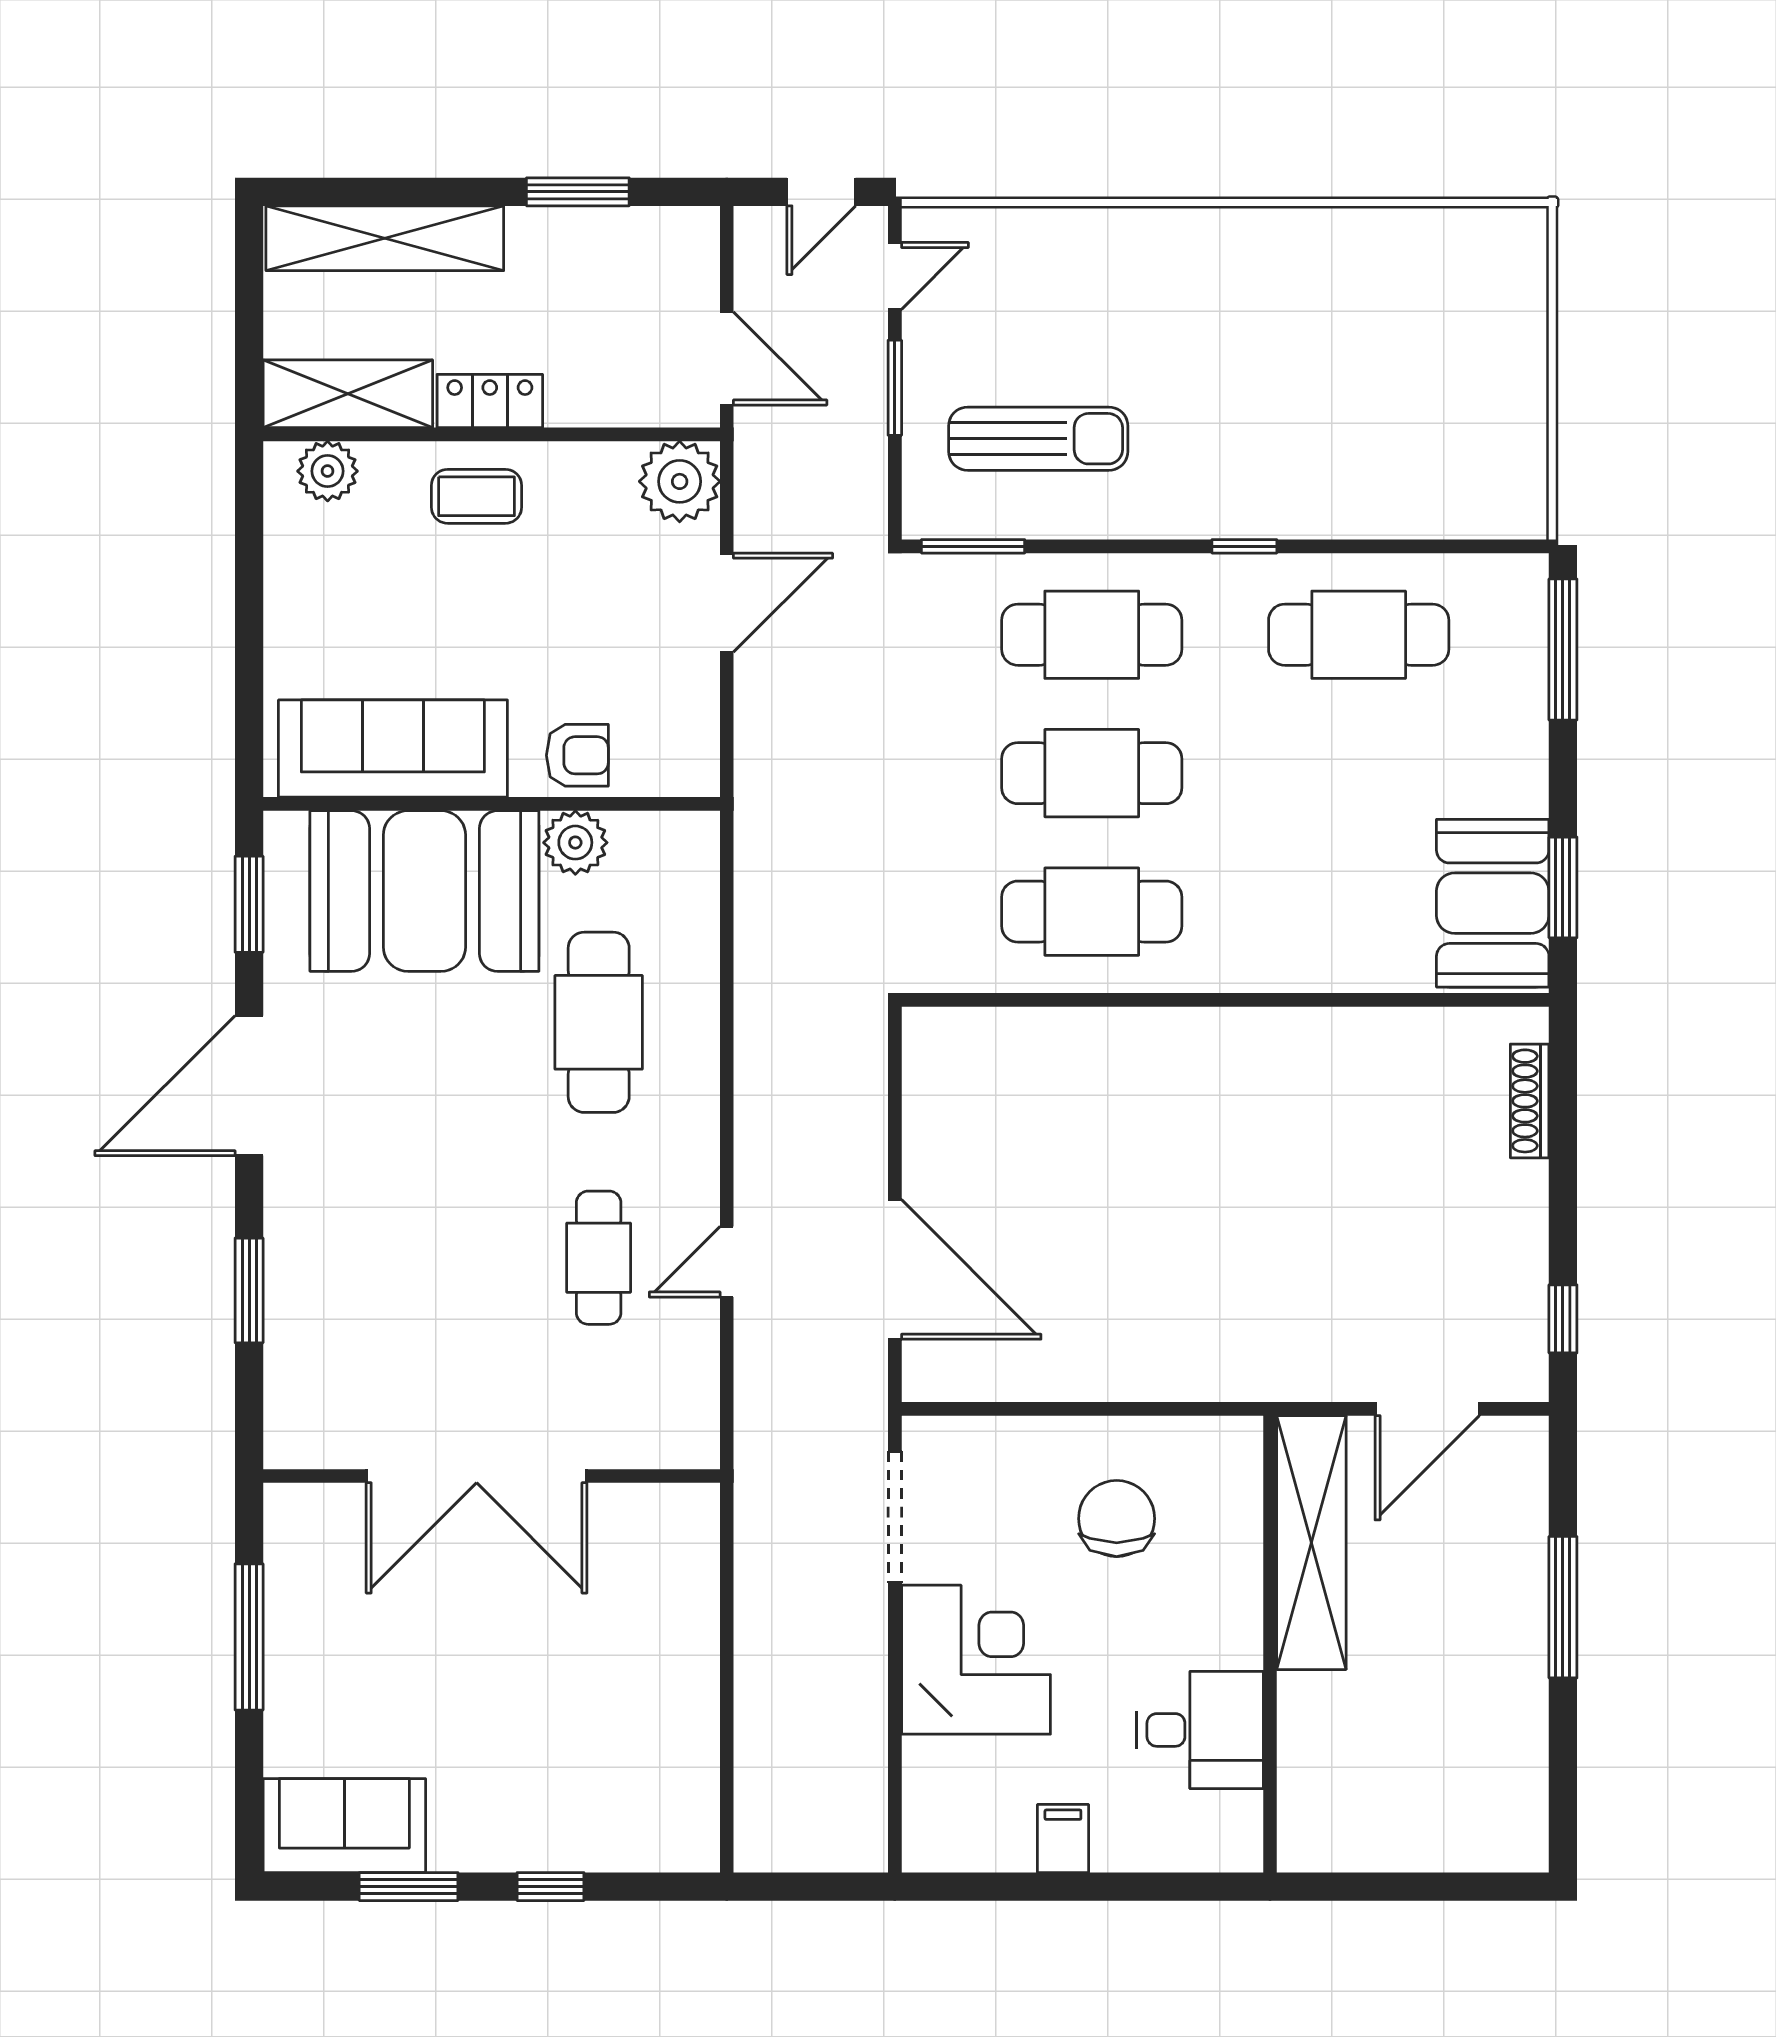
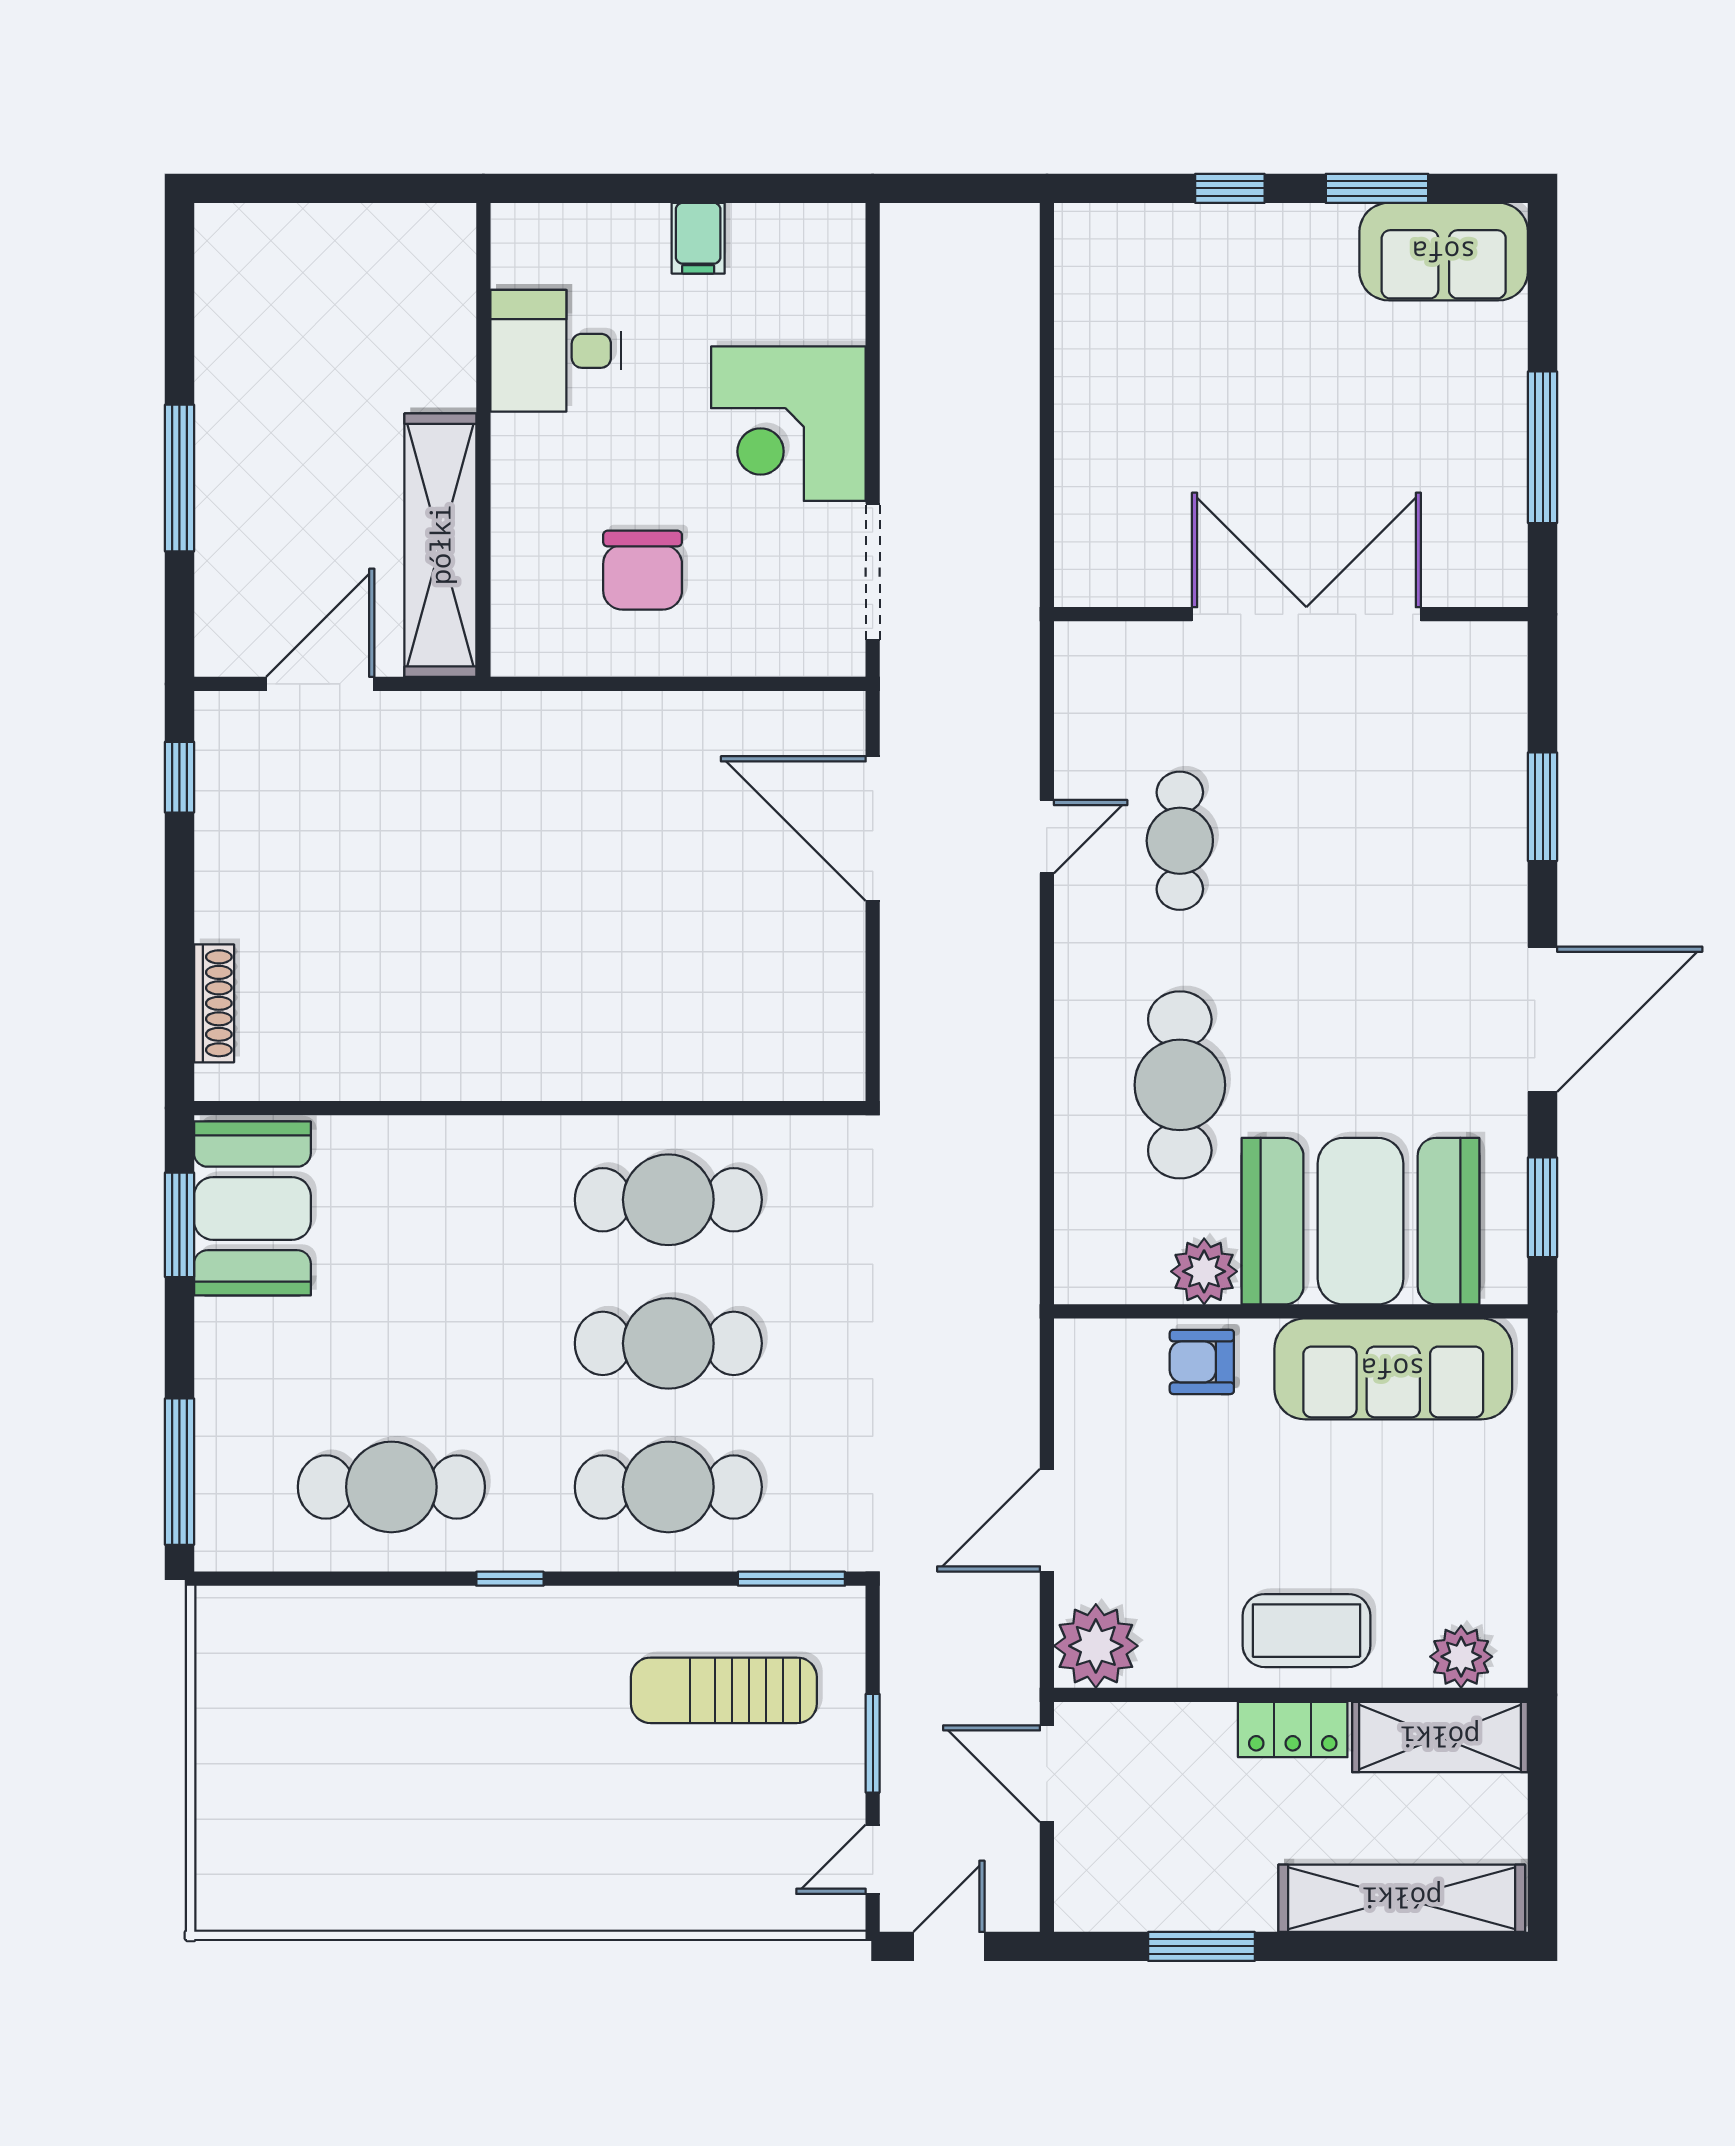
coffee table: (477, 496) -> (1307, 1631), width x1.36, depth x1.30

